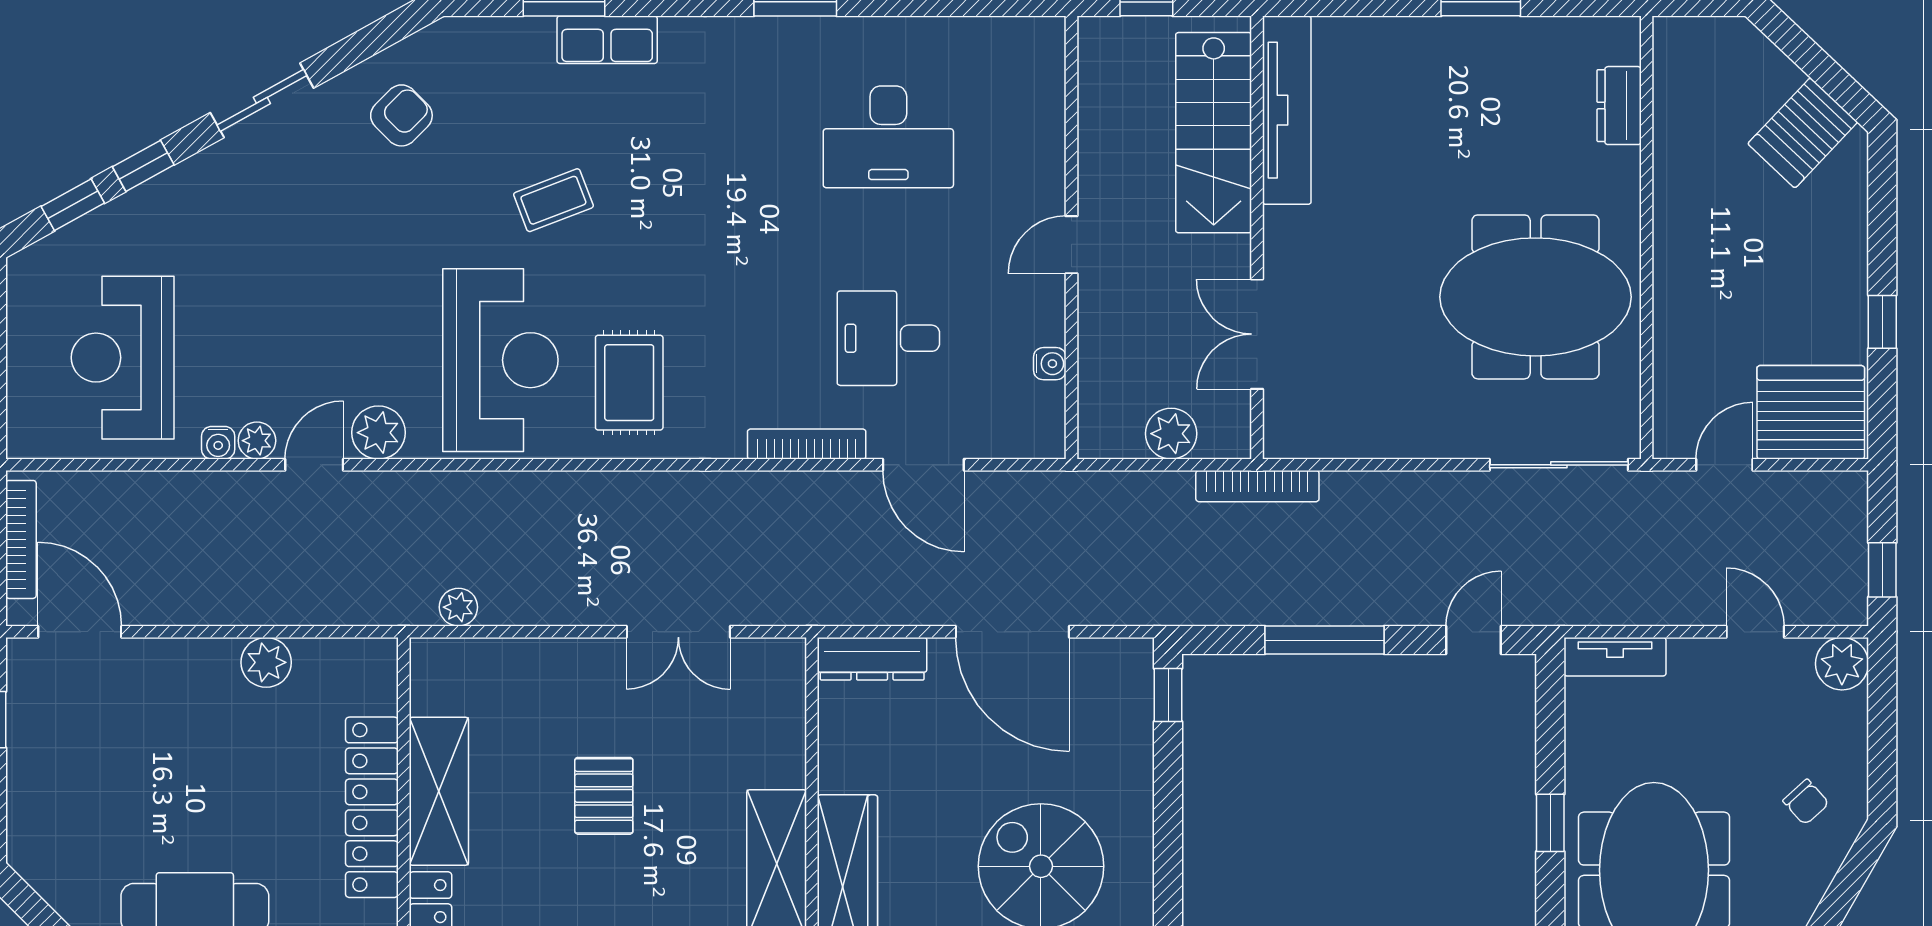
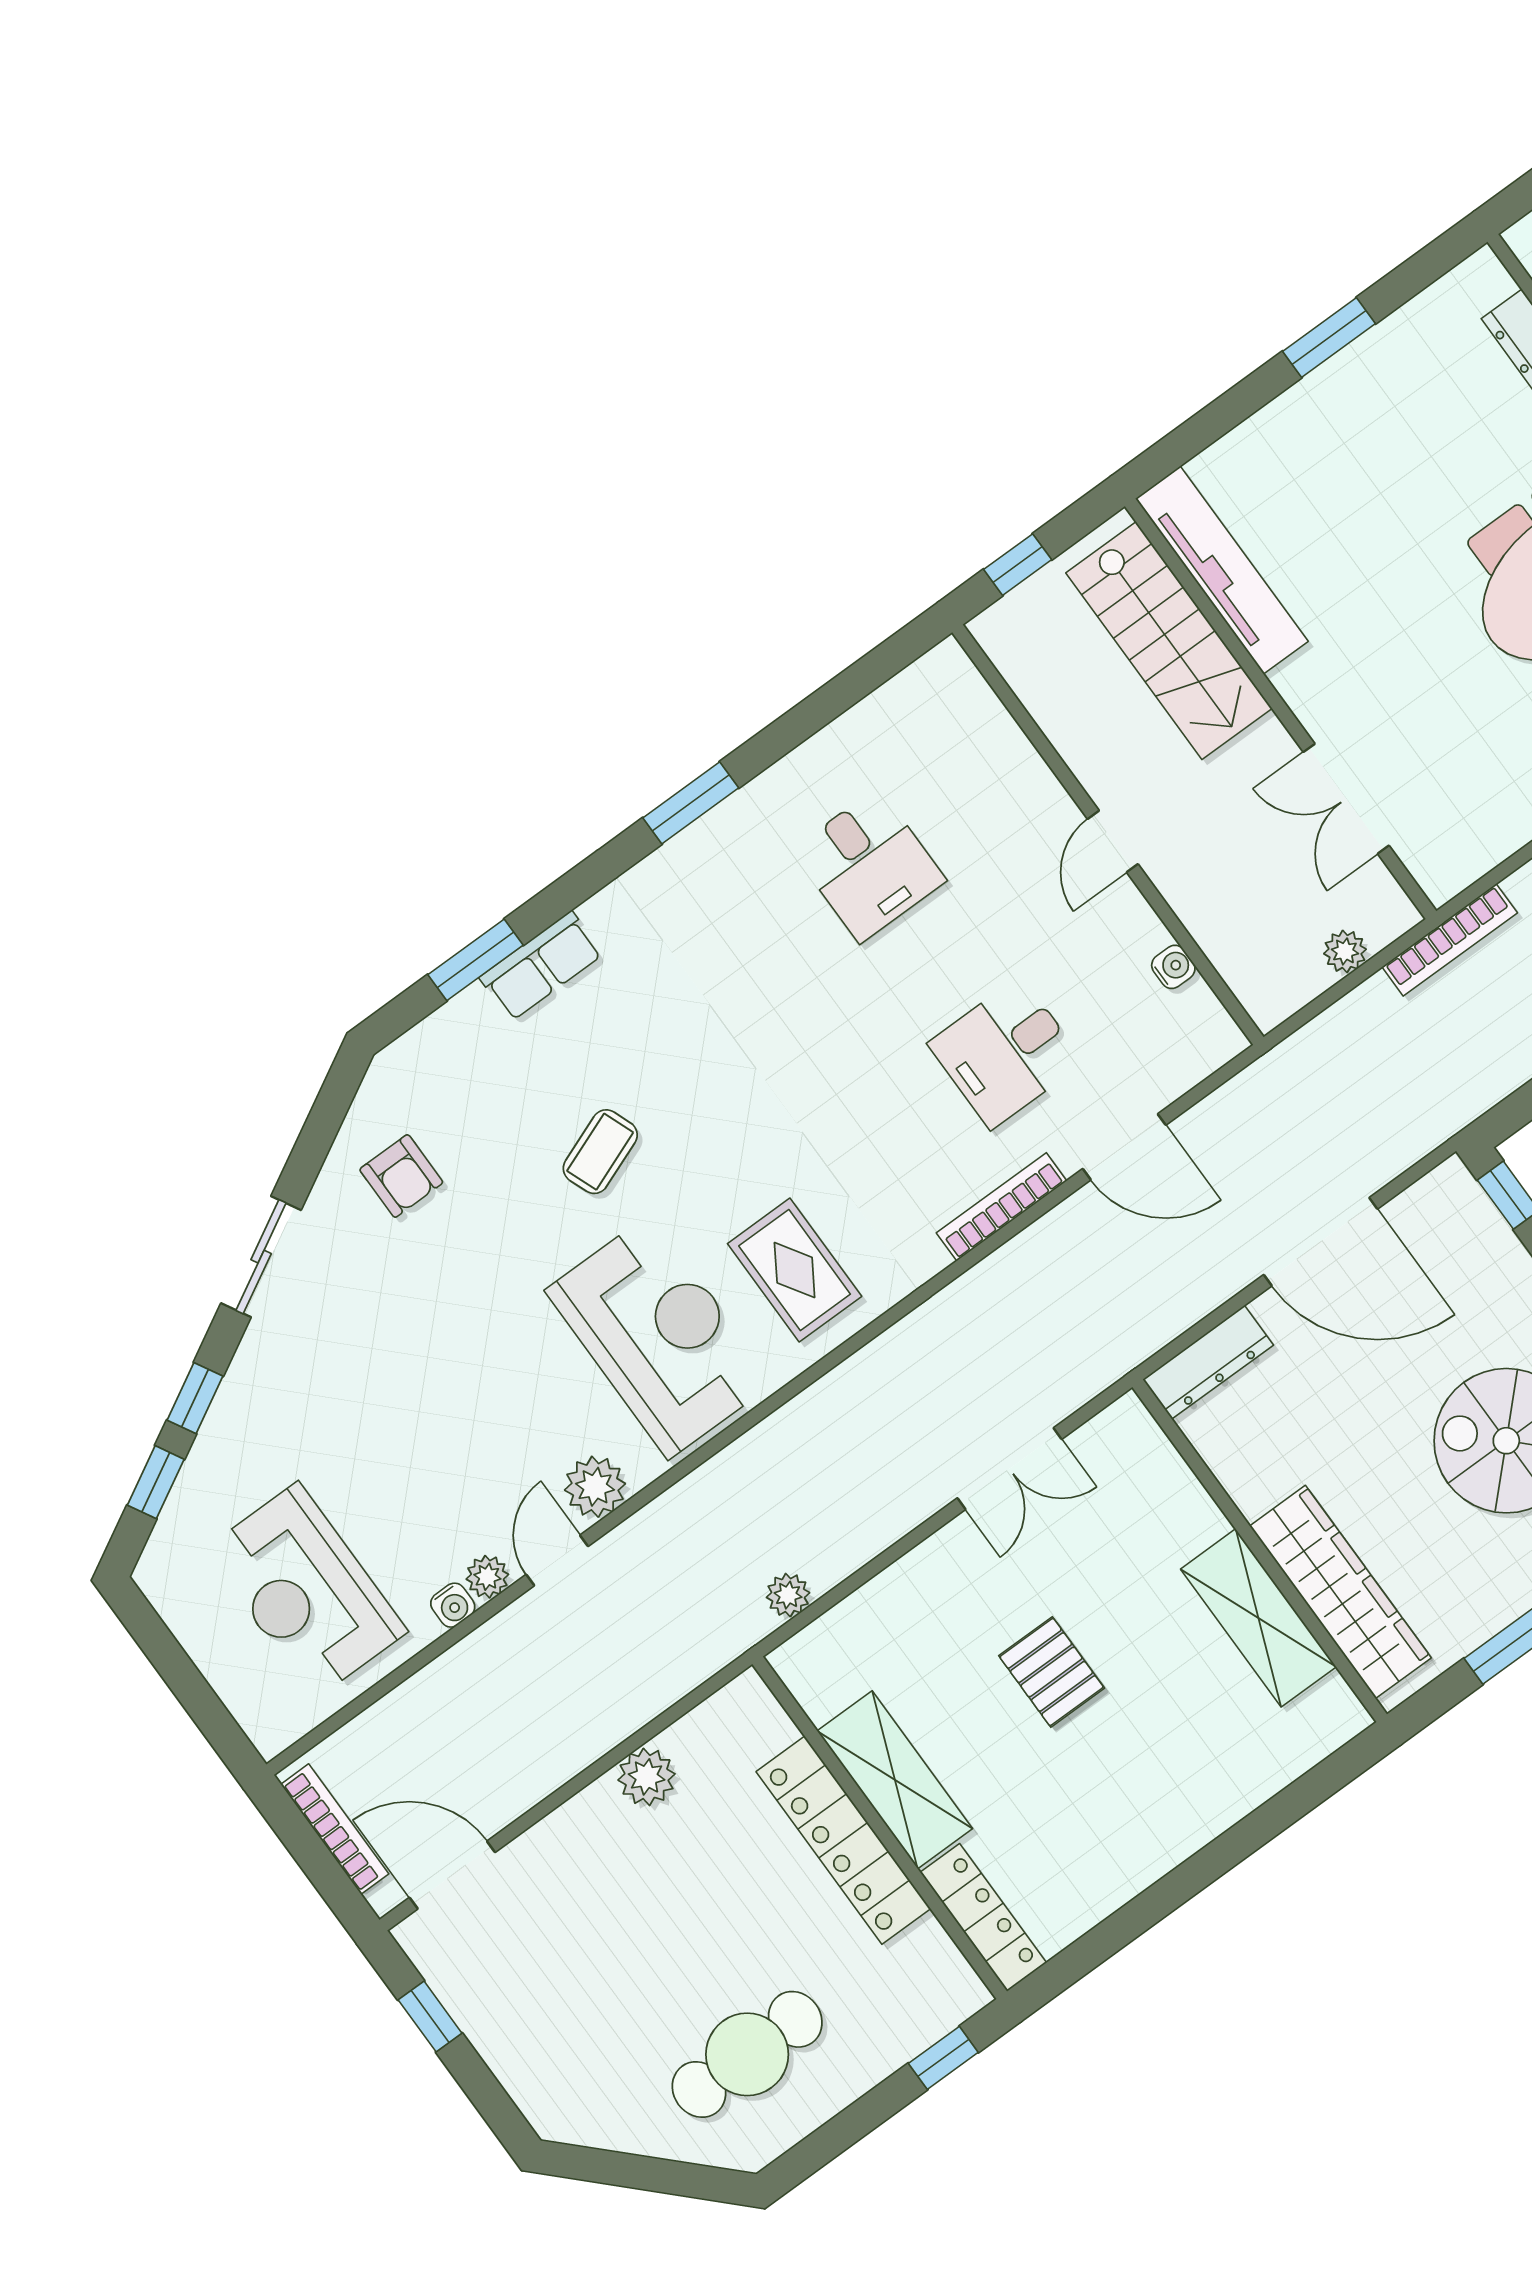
armchair: (401, 115) -> (401, 1176), turned 135
desk: (888, 137) -> (869, 865), width x0.73
plant: (1171, 434) -> (1345, 951), width x0.73, depth x0.73

